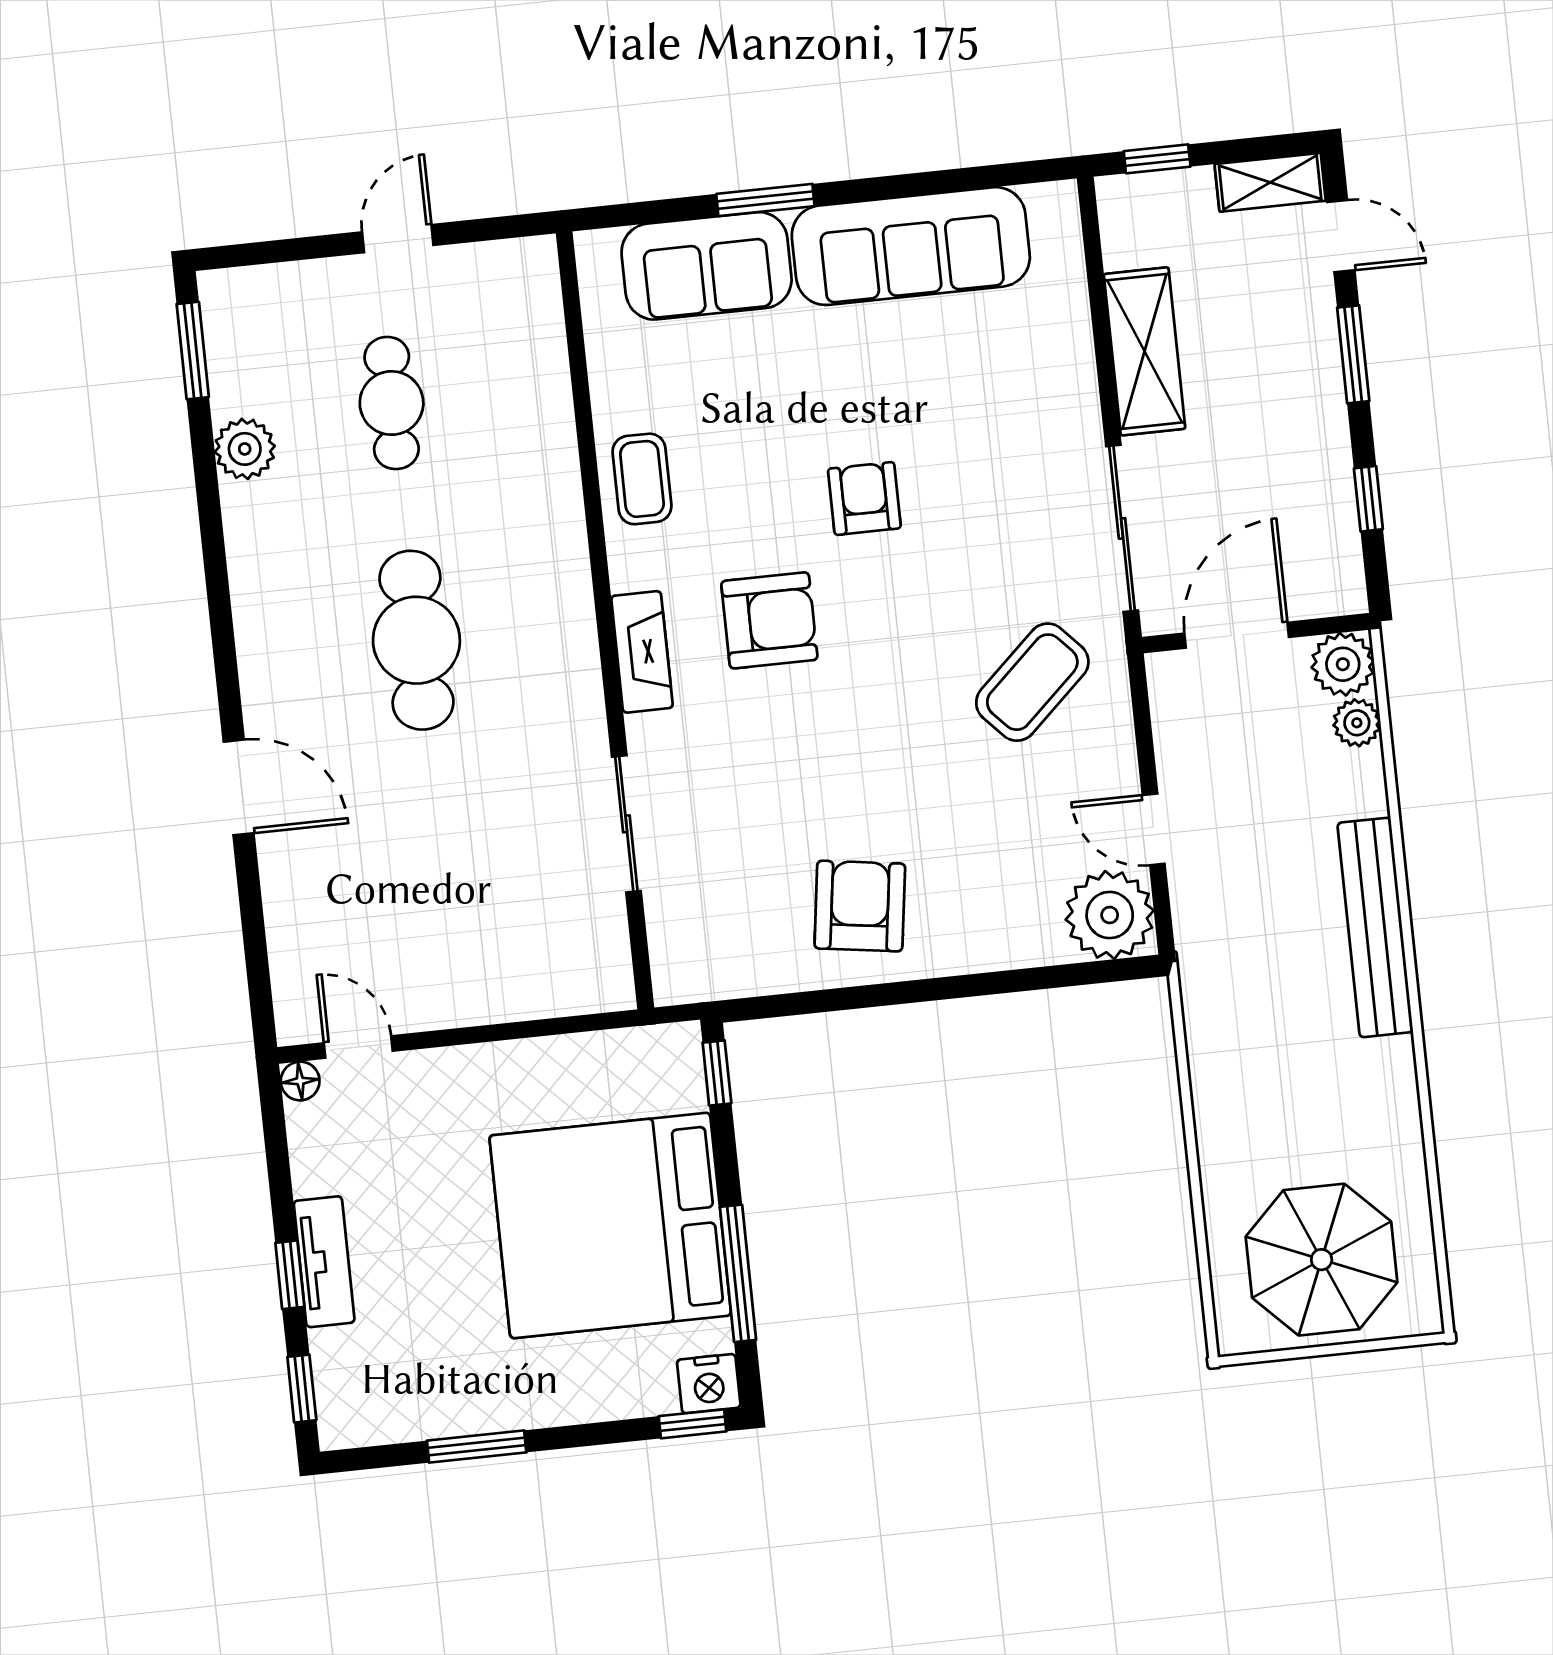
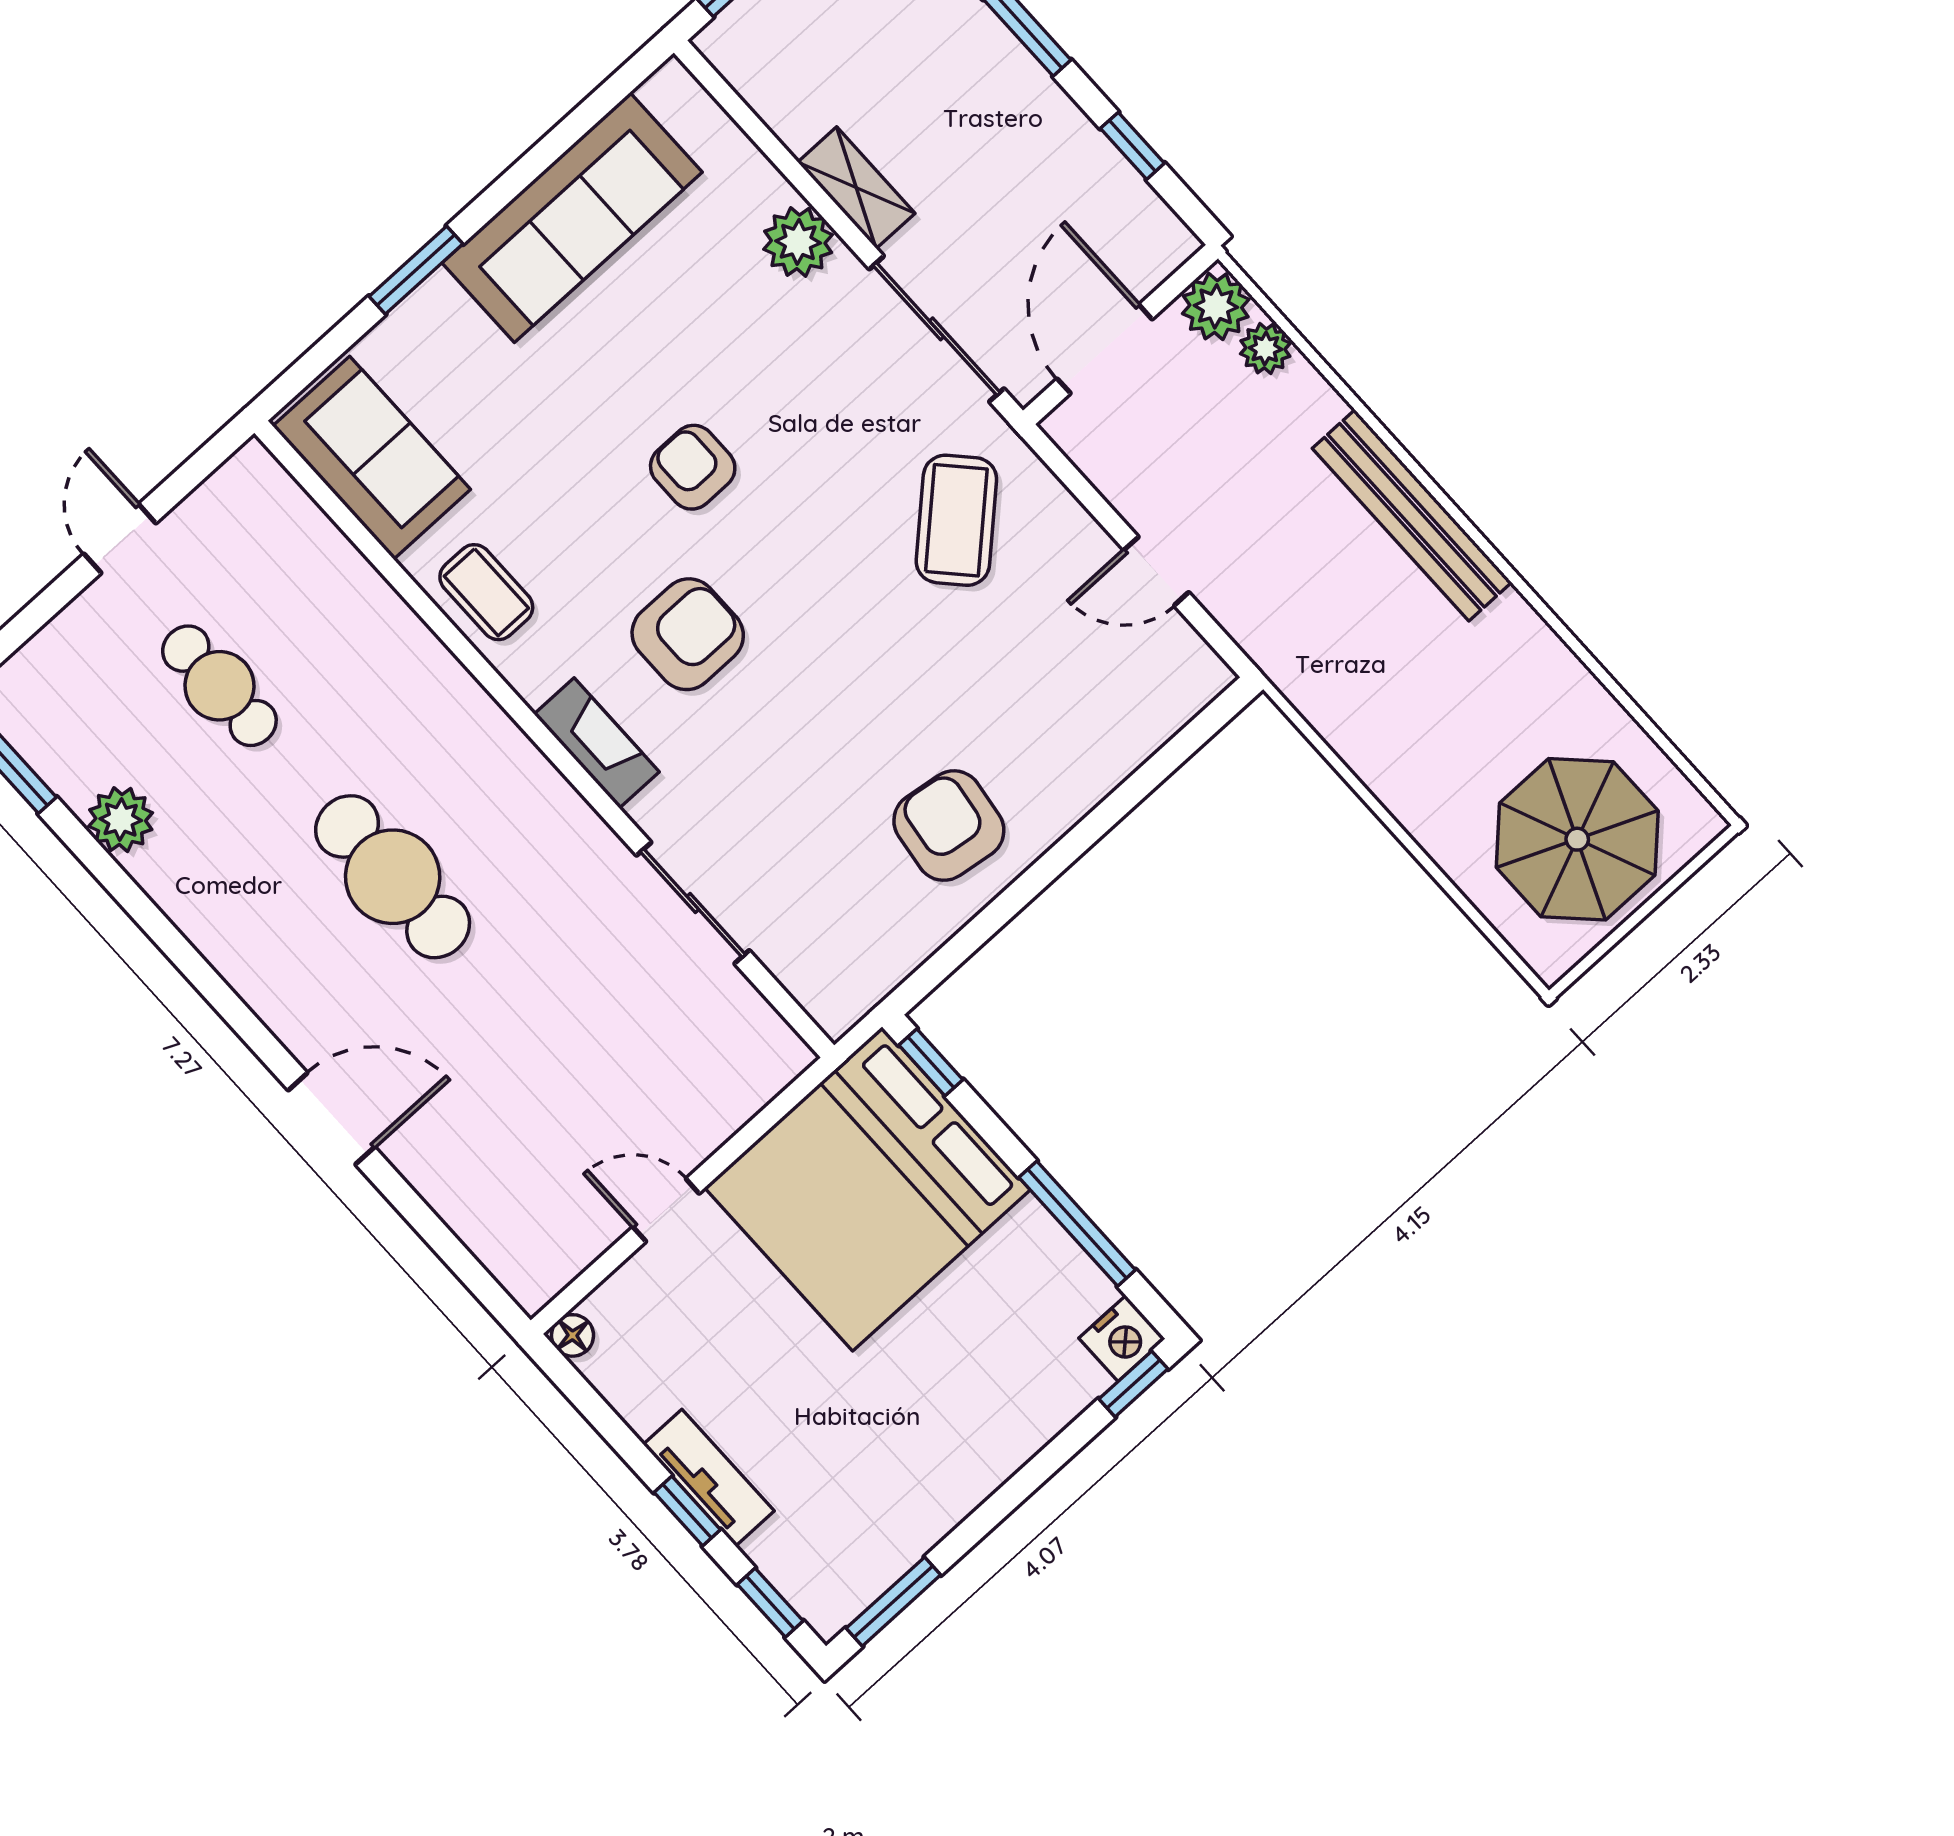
sofa: (707, 266) -> (372, 458), moved, turned -90
shelving: (1145, 351) -> (856, 188), width x0.67, depth x0.75
plant: (1110, 915) -> (798, 242), moved, width x0.73, depth x0.73
door: (358, 1047) -> (666, 1210), moved
bed: (610, 1225) -> (867, 1189), moved
window: (477, 1446) -> (893, 1602), moved

